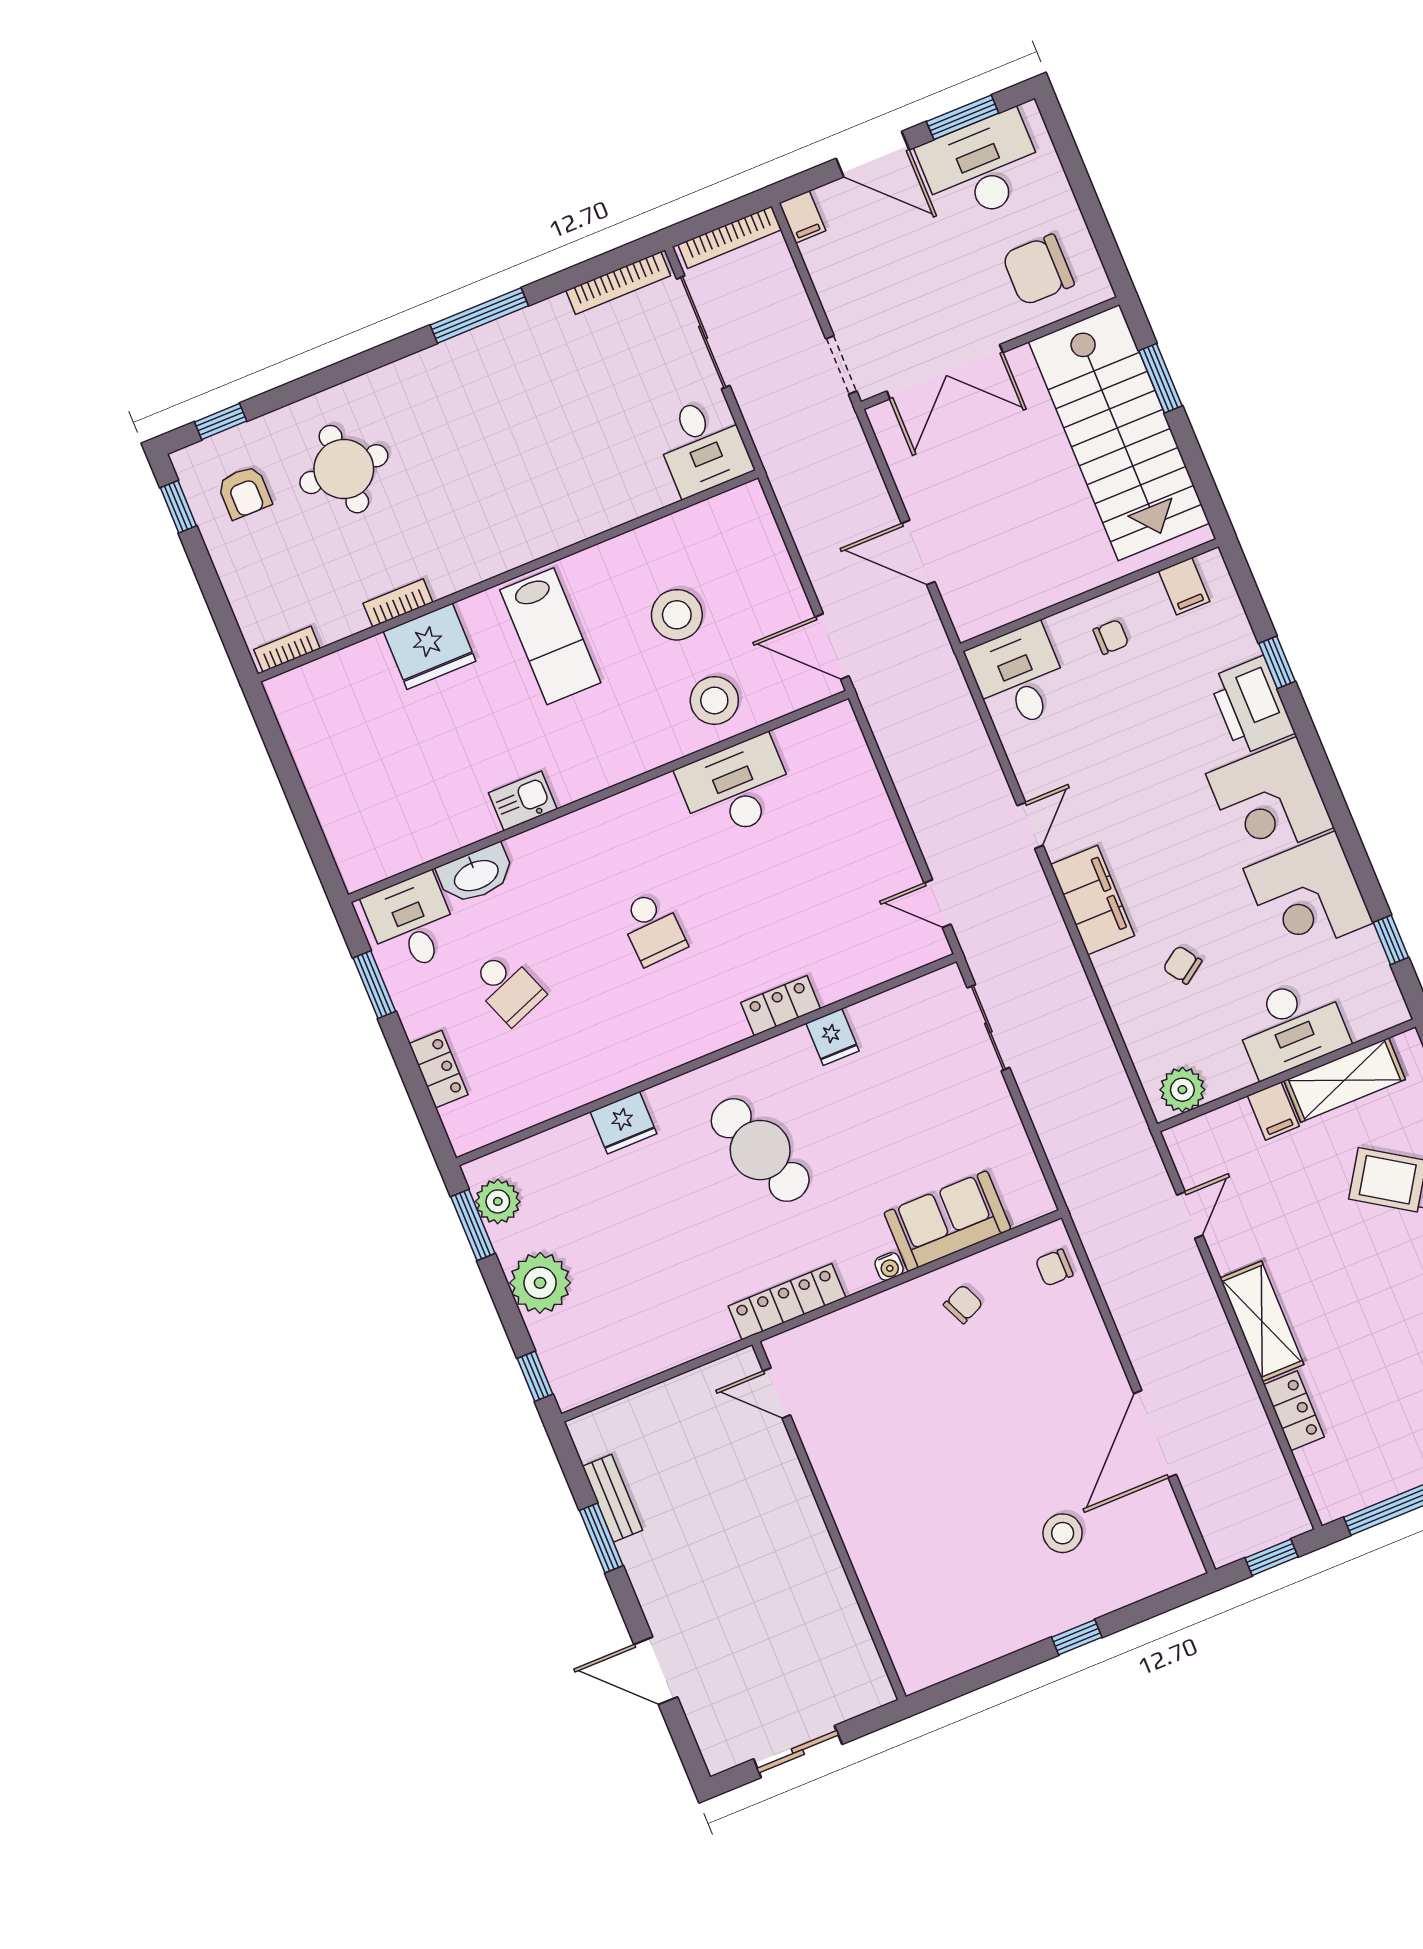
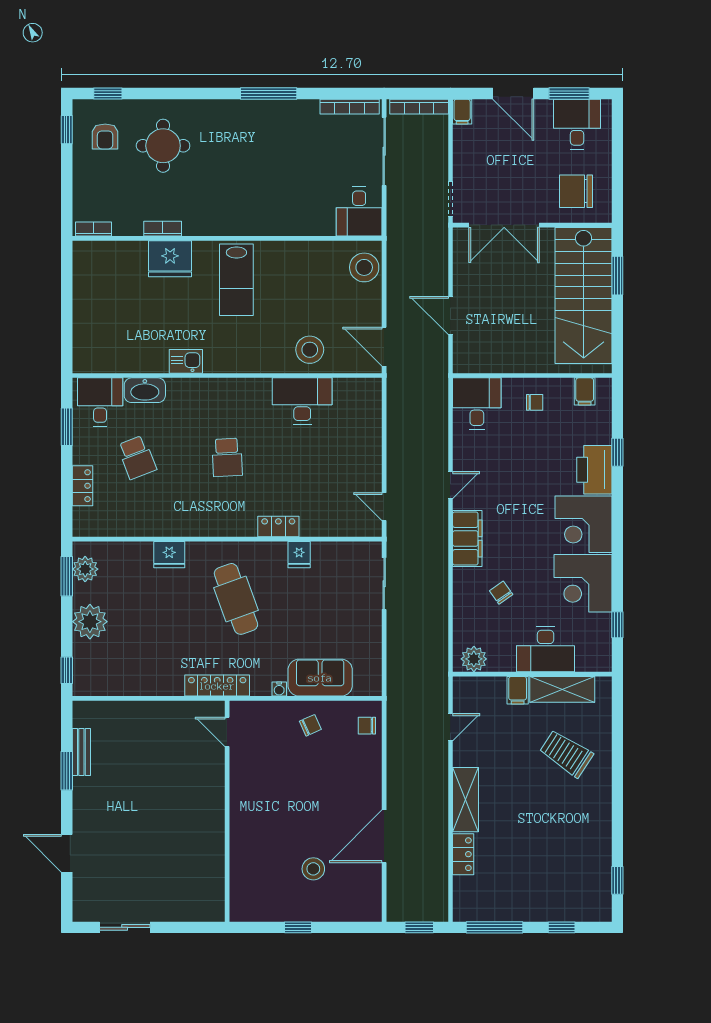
desk: (982, 167) -> (577, 124), width x0.73
stool: (677, 615) -> (364, 267), moved
door: (777, 1393) -> (227, 732), moved
wall: (829, 1521) -> (227, 811), moved

